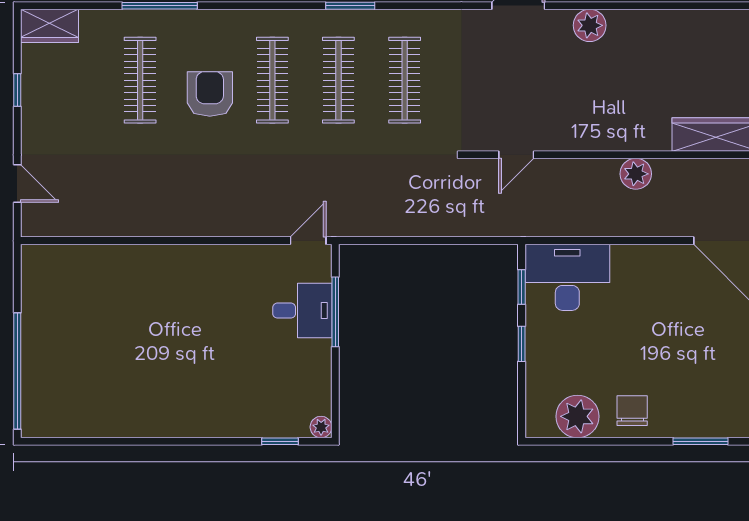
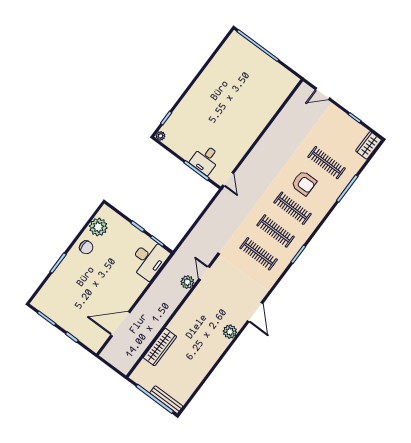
plant: (636, 174) -> (187, 282), moved

